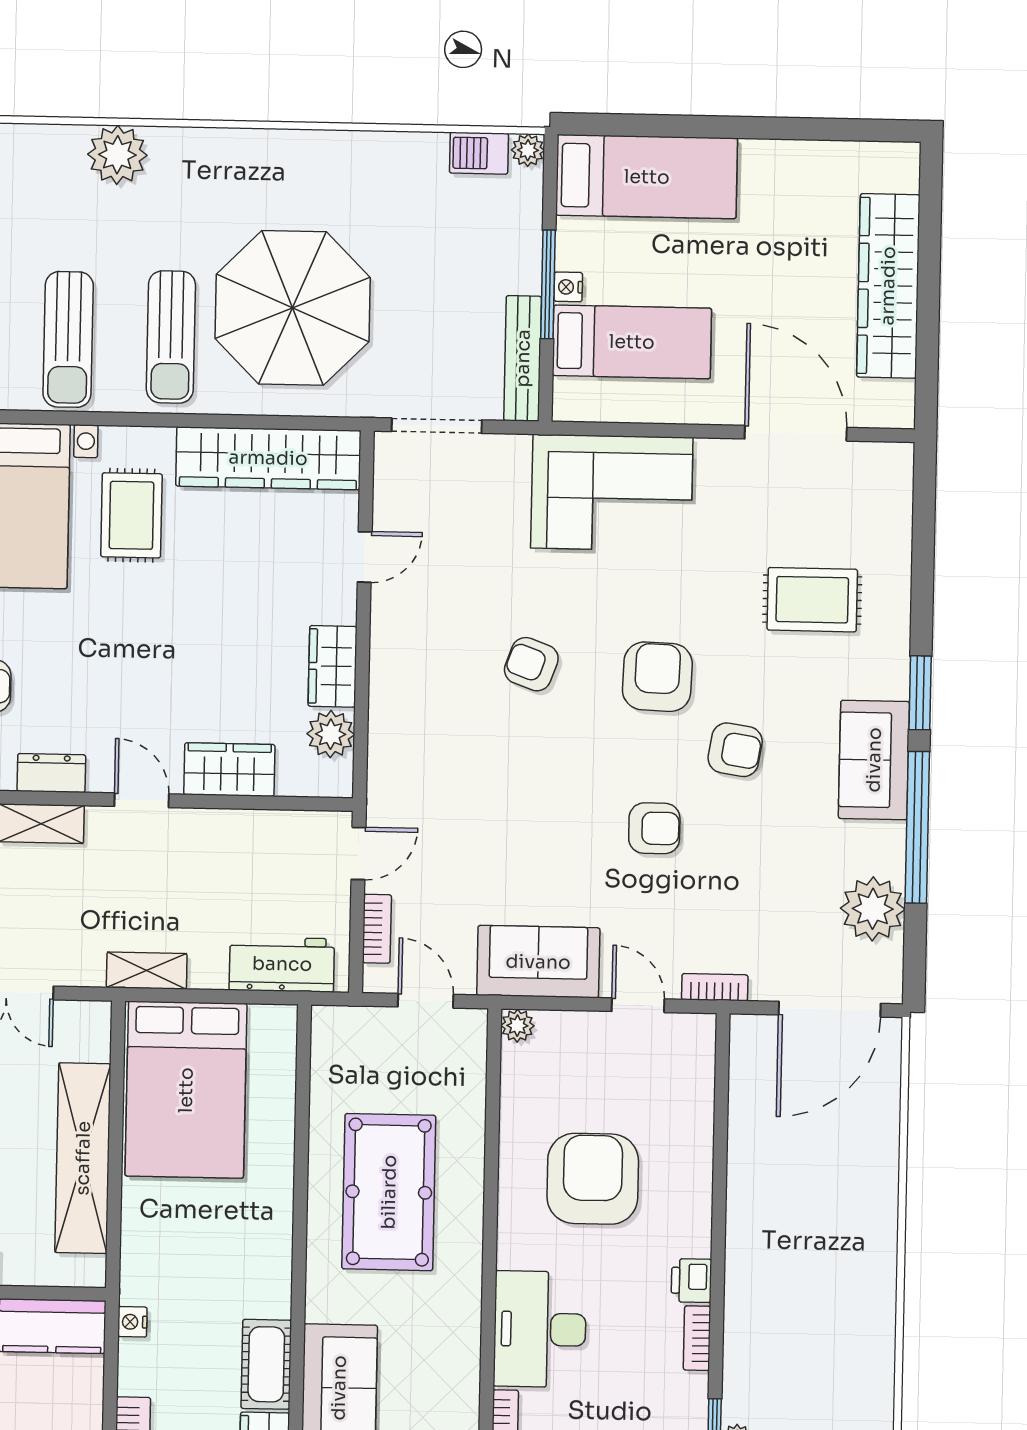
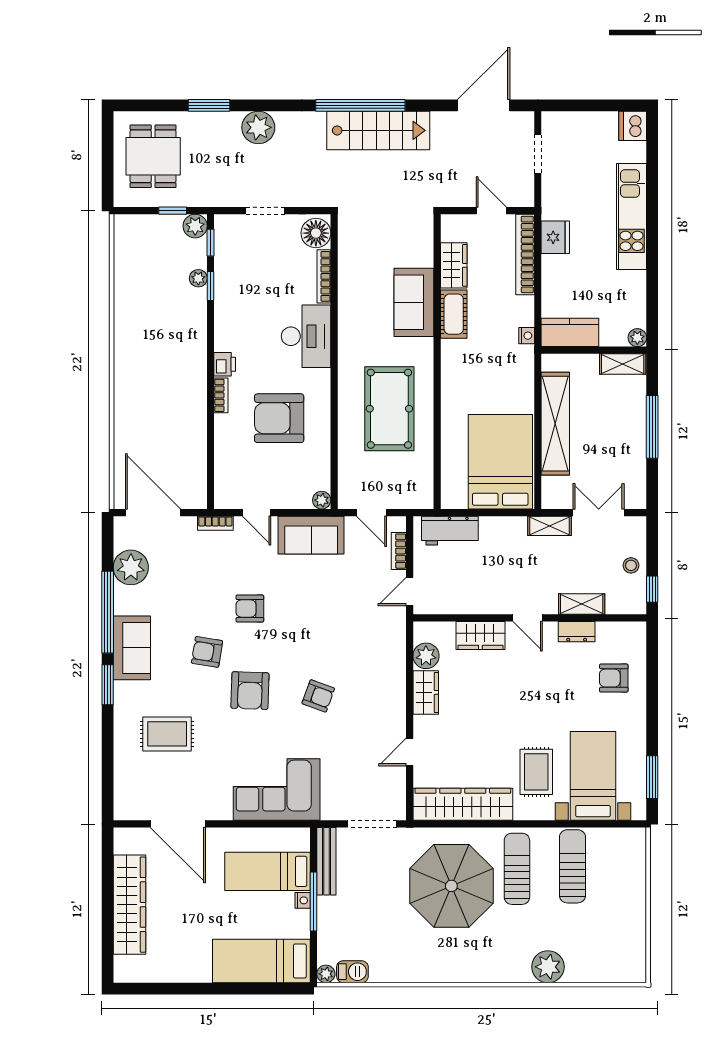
shelving: (147, 971) -> (550, 526), moved
door: (830, 1009) -> (153, 513), hinge flipped
armchair: (593, 1179) -> (279, 418), turned 90
bookcase: (697, 1338) -> (221, 395), moved

